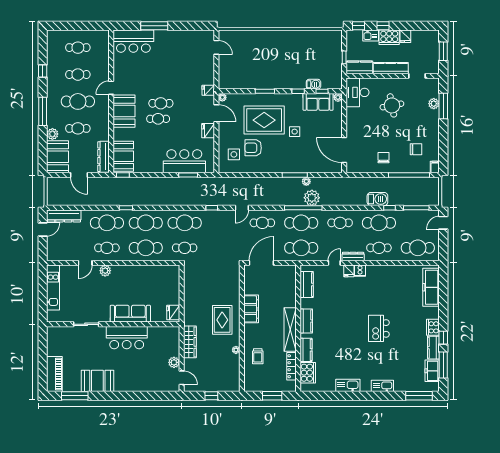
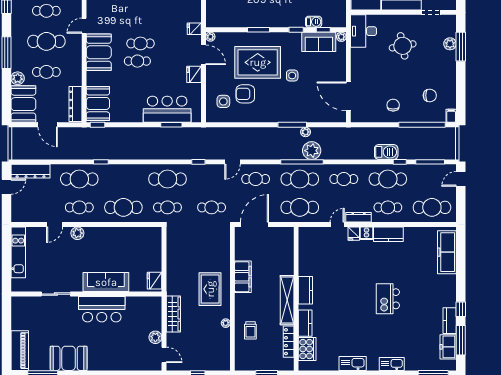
cafe table: (146, 223) -> (212, 207), moved, width x0.73, depth x0.74
kitchen counter: (307, 285) -> (388, 234), moved, turned 90
cooker: (433, 327) -> (449, 298), removed

